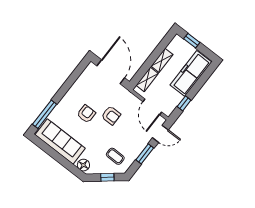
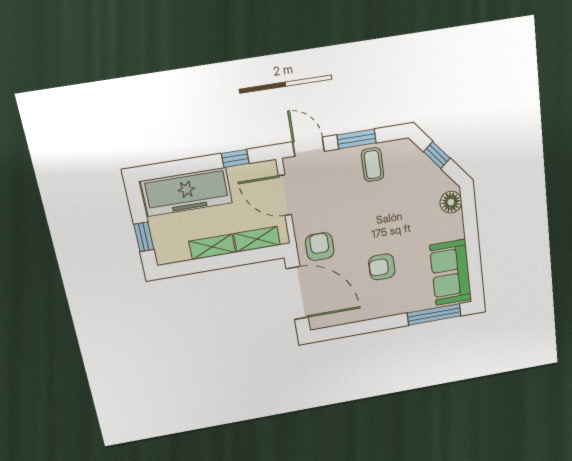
door: (111, 72) -> (297, 293), swing flipped
door: (152, 107) -> (285, 195), swing flipped
armchair: (111, 115) -> (320, 247), moved
sofa: (60, 142) -> (451, 272), width x0.73
coffee table: (115, 156) -> (373, 165), moved

